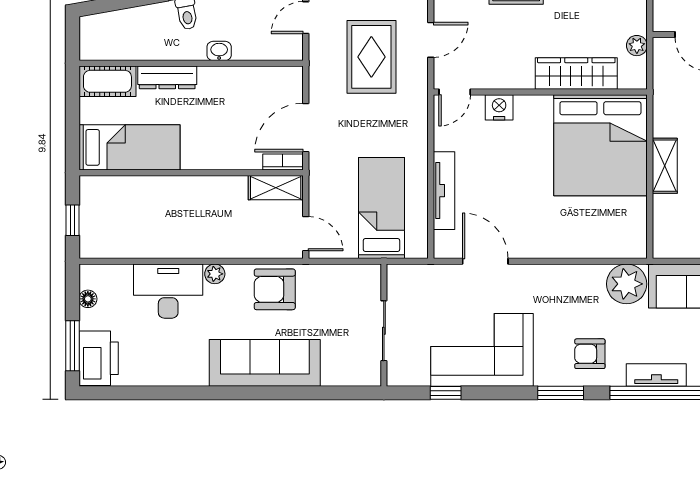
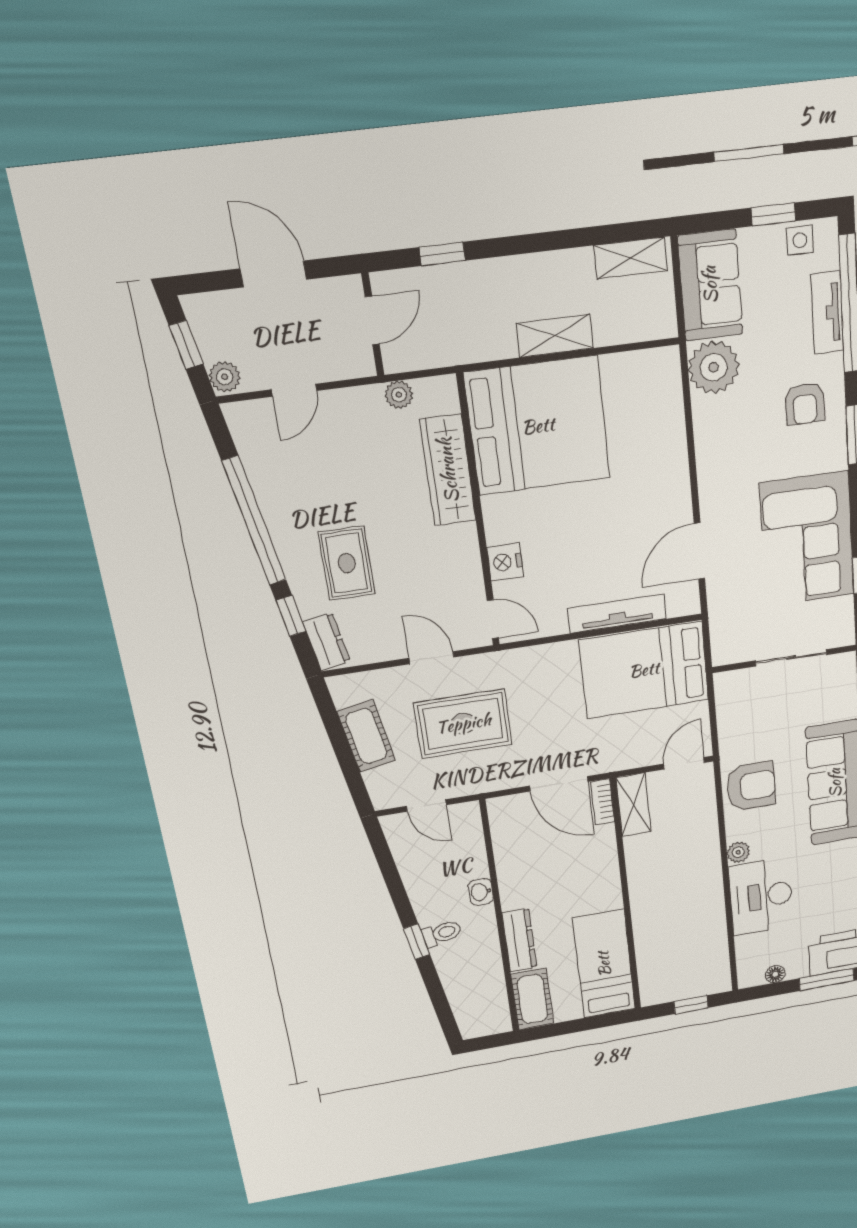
bed: (381, 208) -> (644, 670), width x1.50
armchair: (275, 289) -> (751, 786), turned -90

